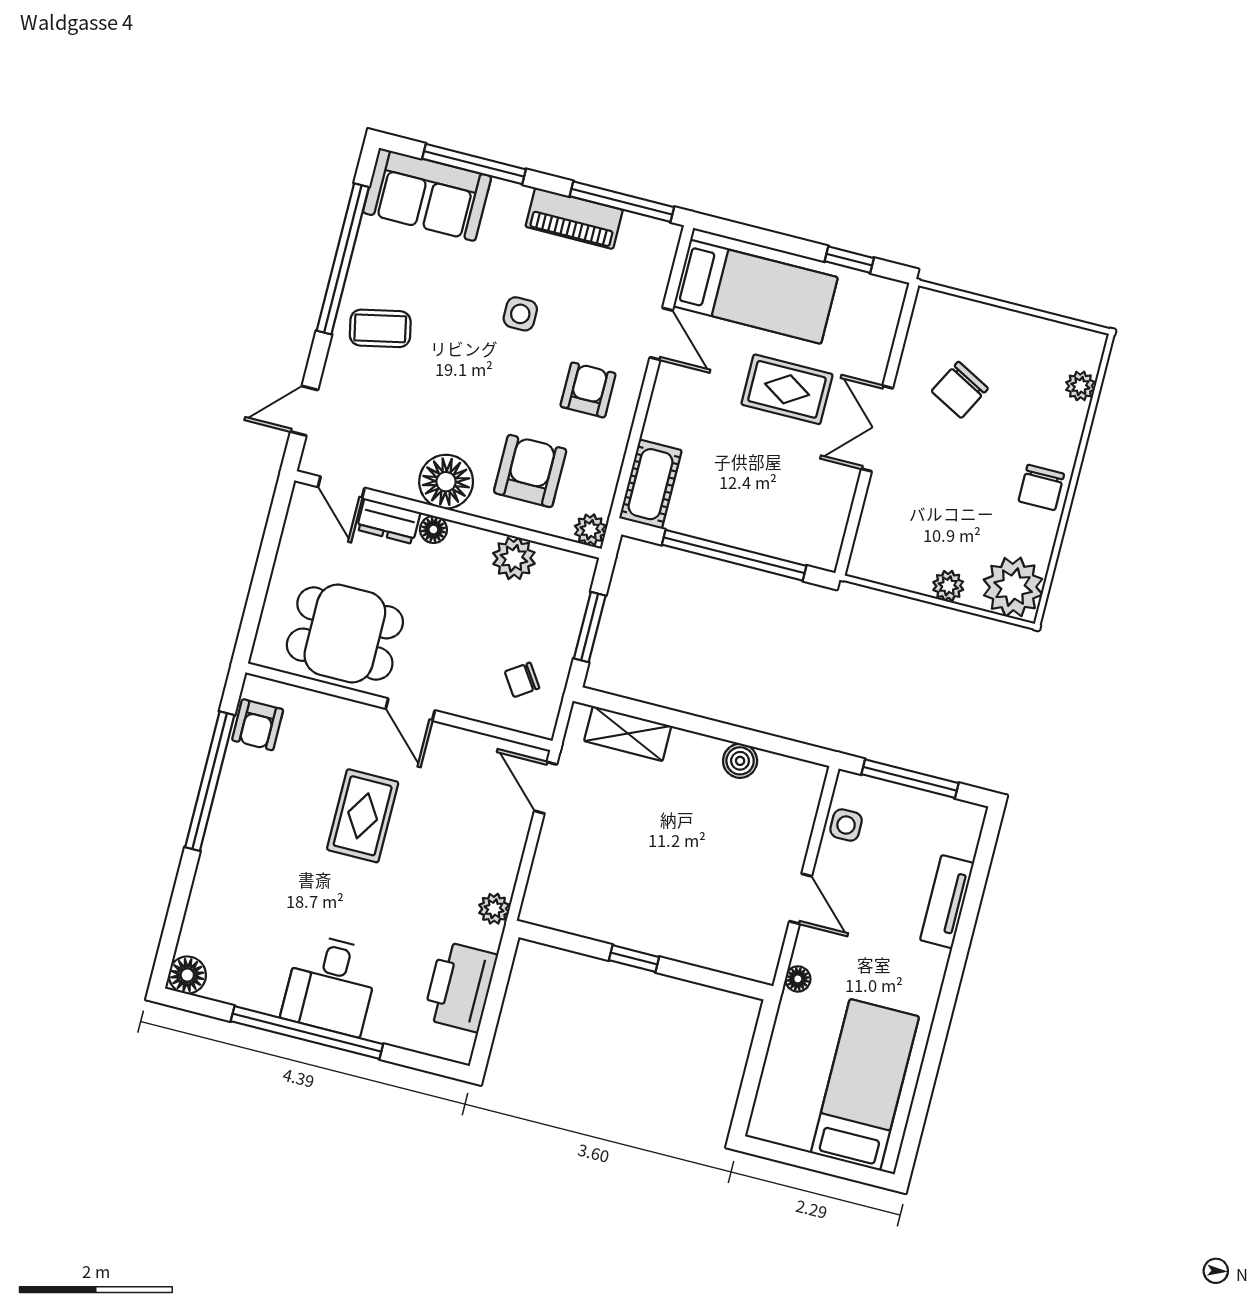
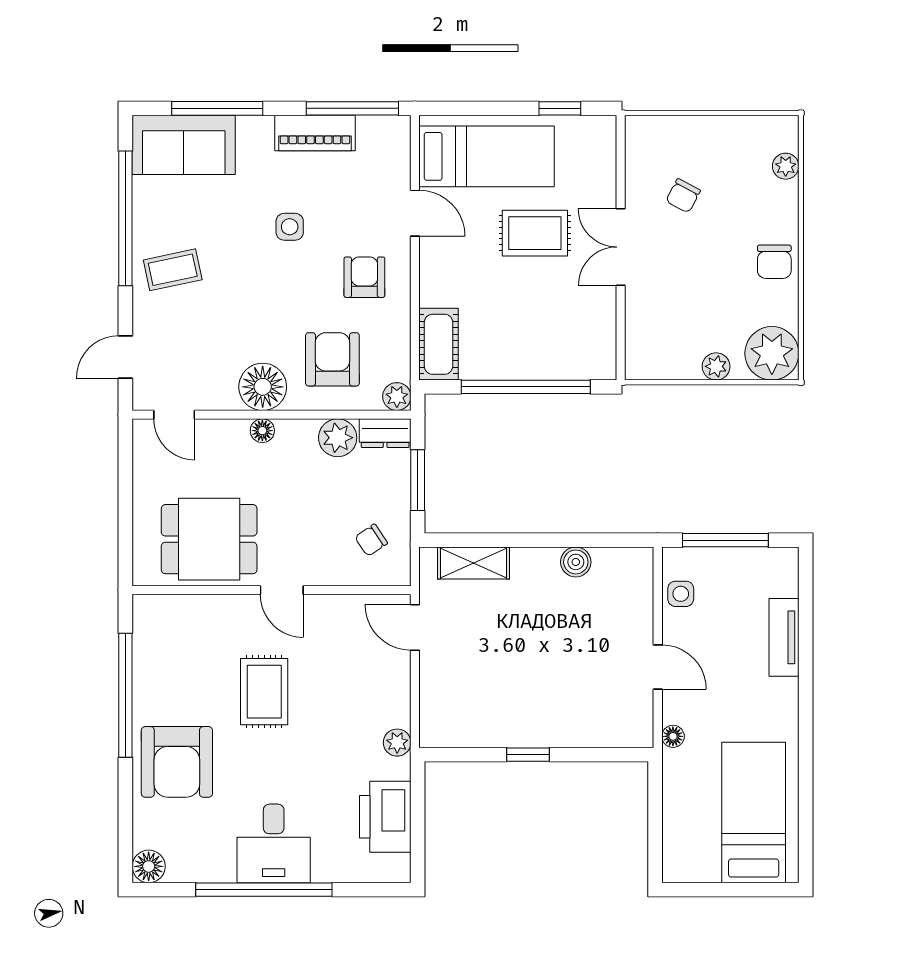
chair: (960, 390) -> (683, 196), width x0.73, depth x0.73
dresser: (389, 521) -> (385, 433), moved
armchair: (258, 725) -> (177, 762), moved, width x1.88, depth x1.88

